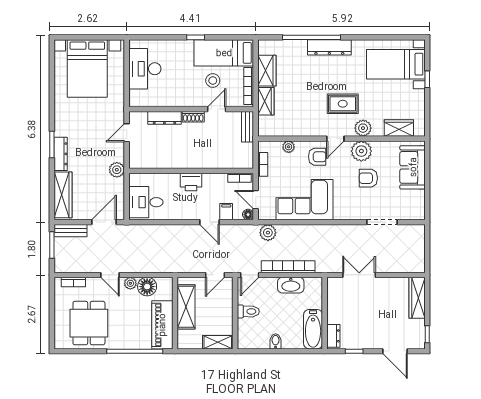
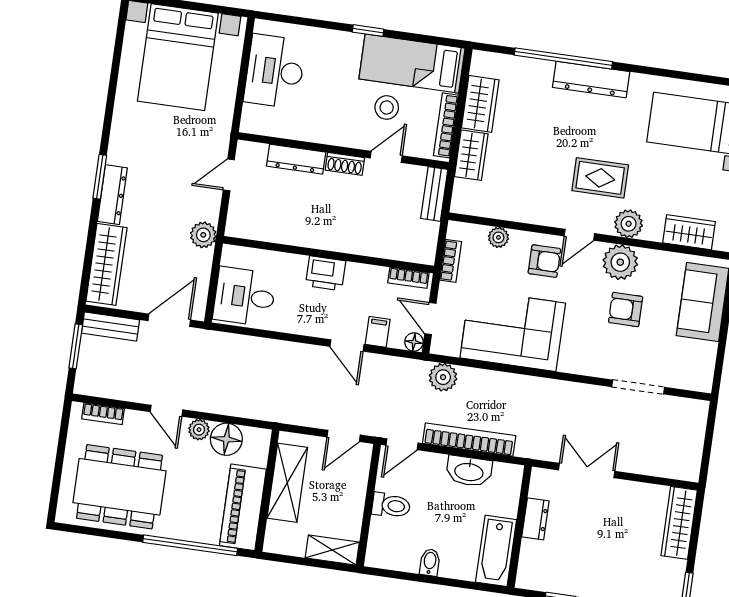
dining table: (89, 323) -> (119, 487), width x1.38
dresser: (333, 336) -> (535, 519), moved

